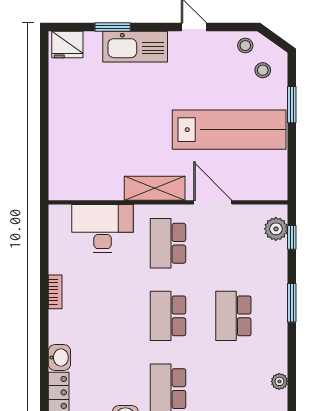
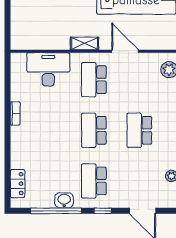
shelving: (155, 188) -> (85, 43), width x0.67, depth x0.75
washbasin: (59, 357) -> (18, 159), removed

